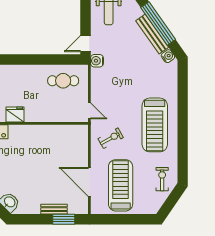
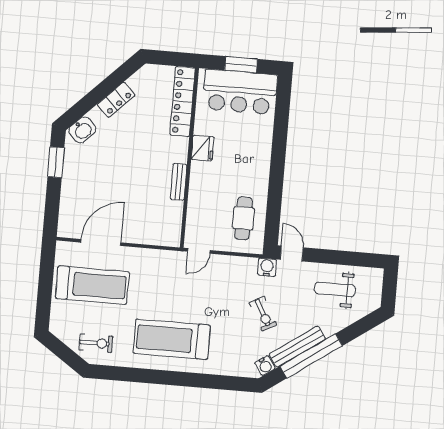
exercise bike: (111, 138) -> (263, 314), moved
bench: (54, 209) -> (179, 182), moved
window: (64, 219) -> (56, 162), moved

